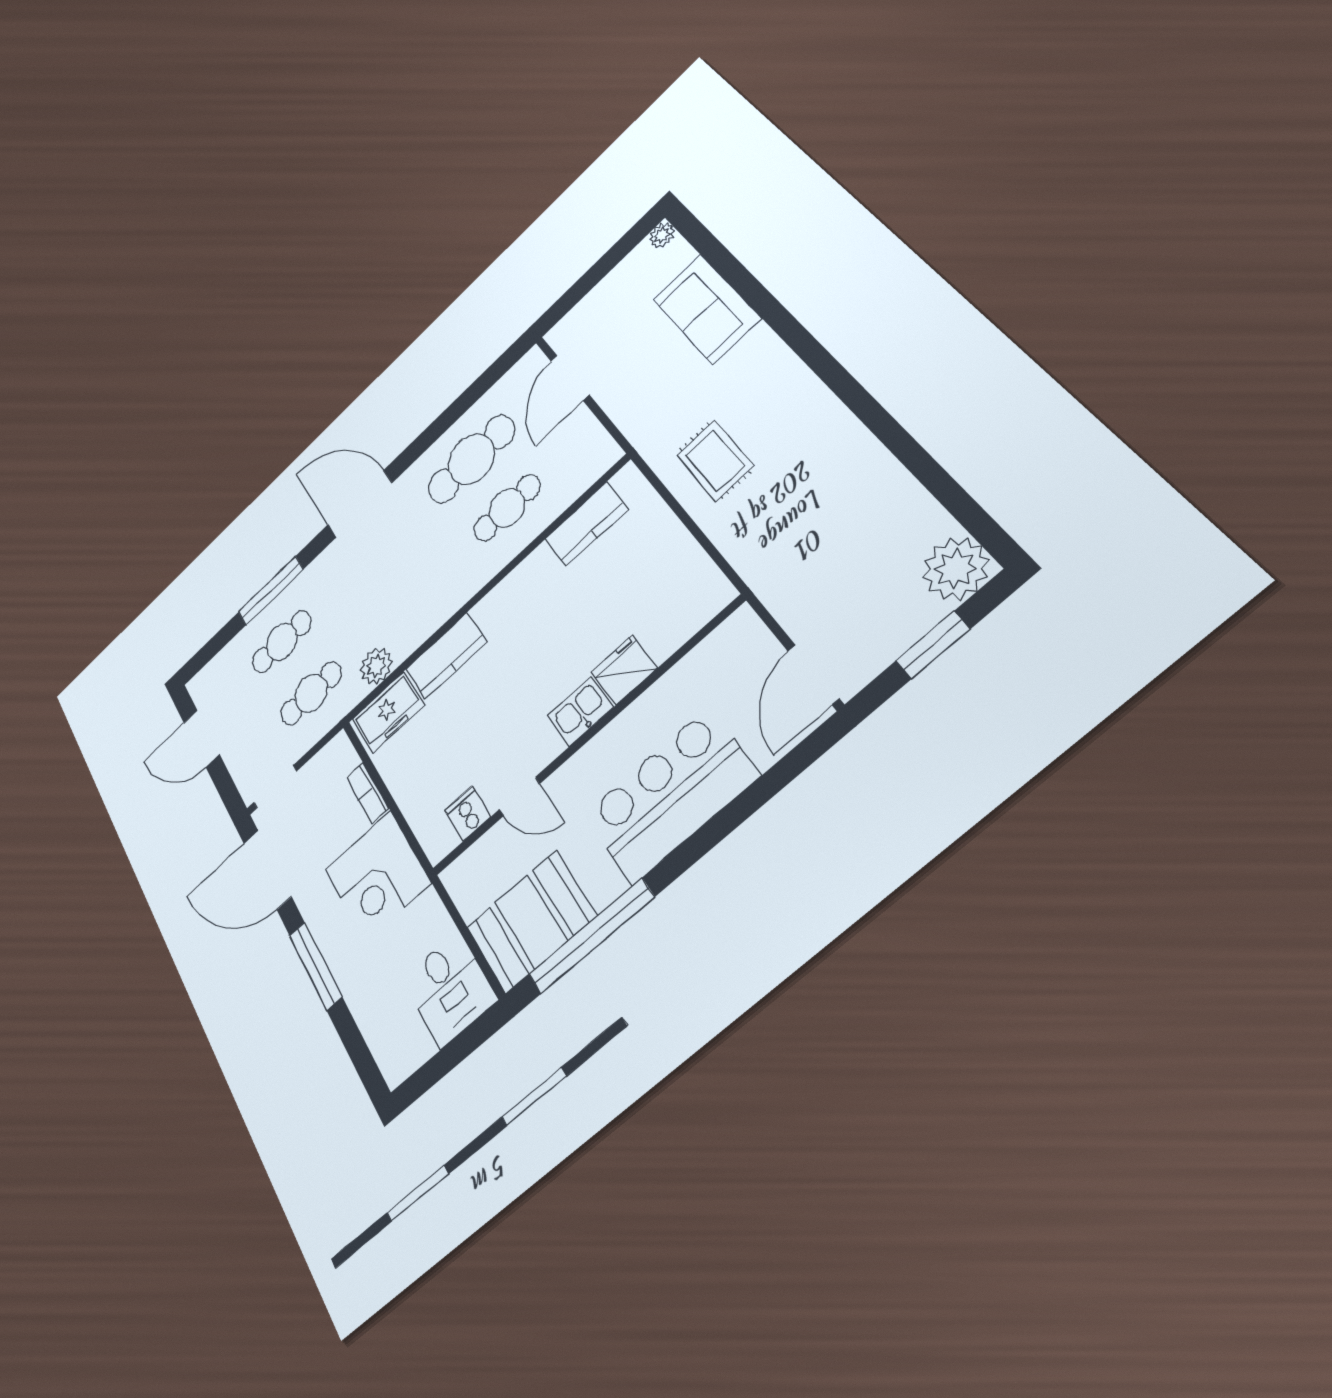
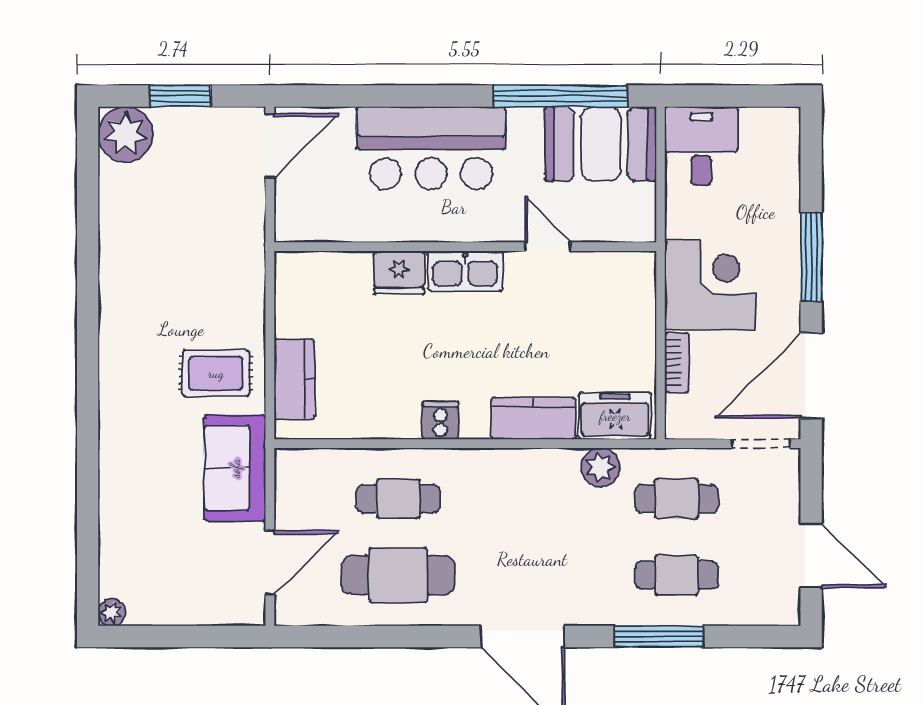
sofa: (706, 309) -> (235, 468), moved, turned 180
rug: (715, 461) -> (216, 373), turned 90
kitchen counter: (586, 524) -> (294, 379), moved, turned 90
kitchen sink: (580, 712) -> (465, 271), width x1.38
cooker: (468, 813) -> (440, 420), moved, turned 180
door: (267, 870) -> (811, 376), swing flipped

